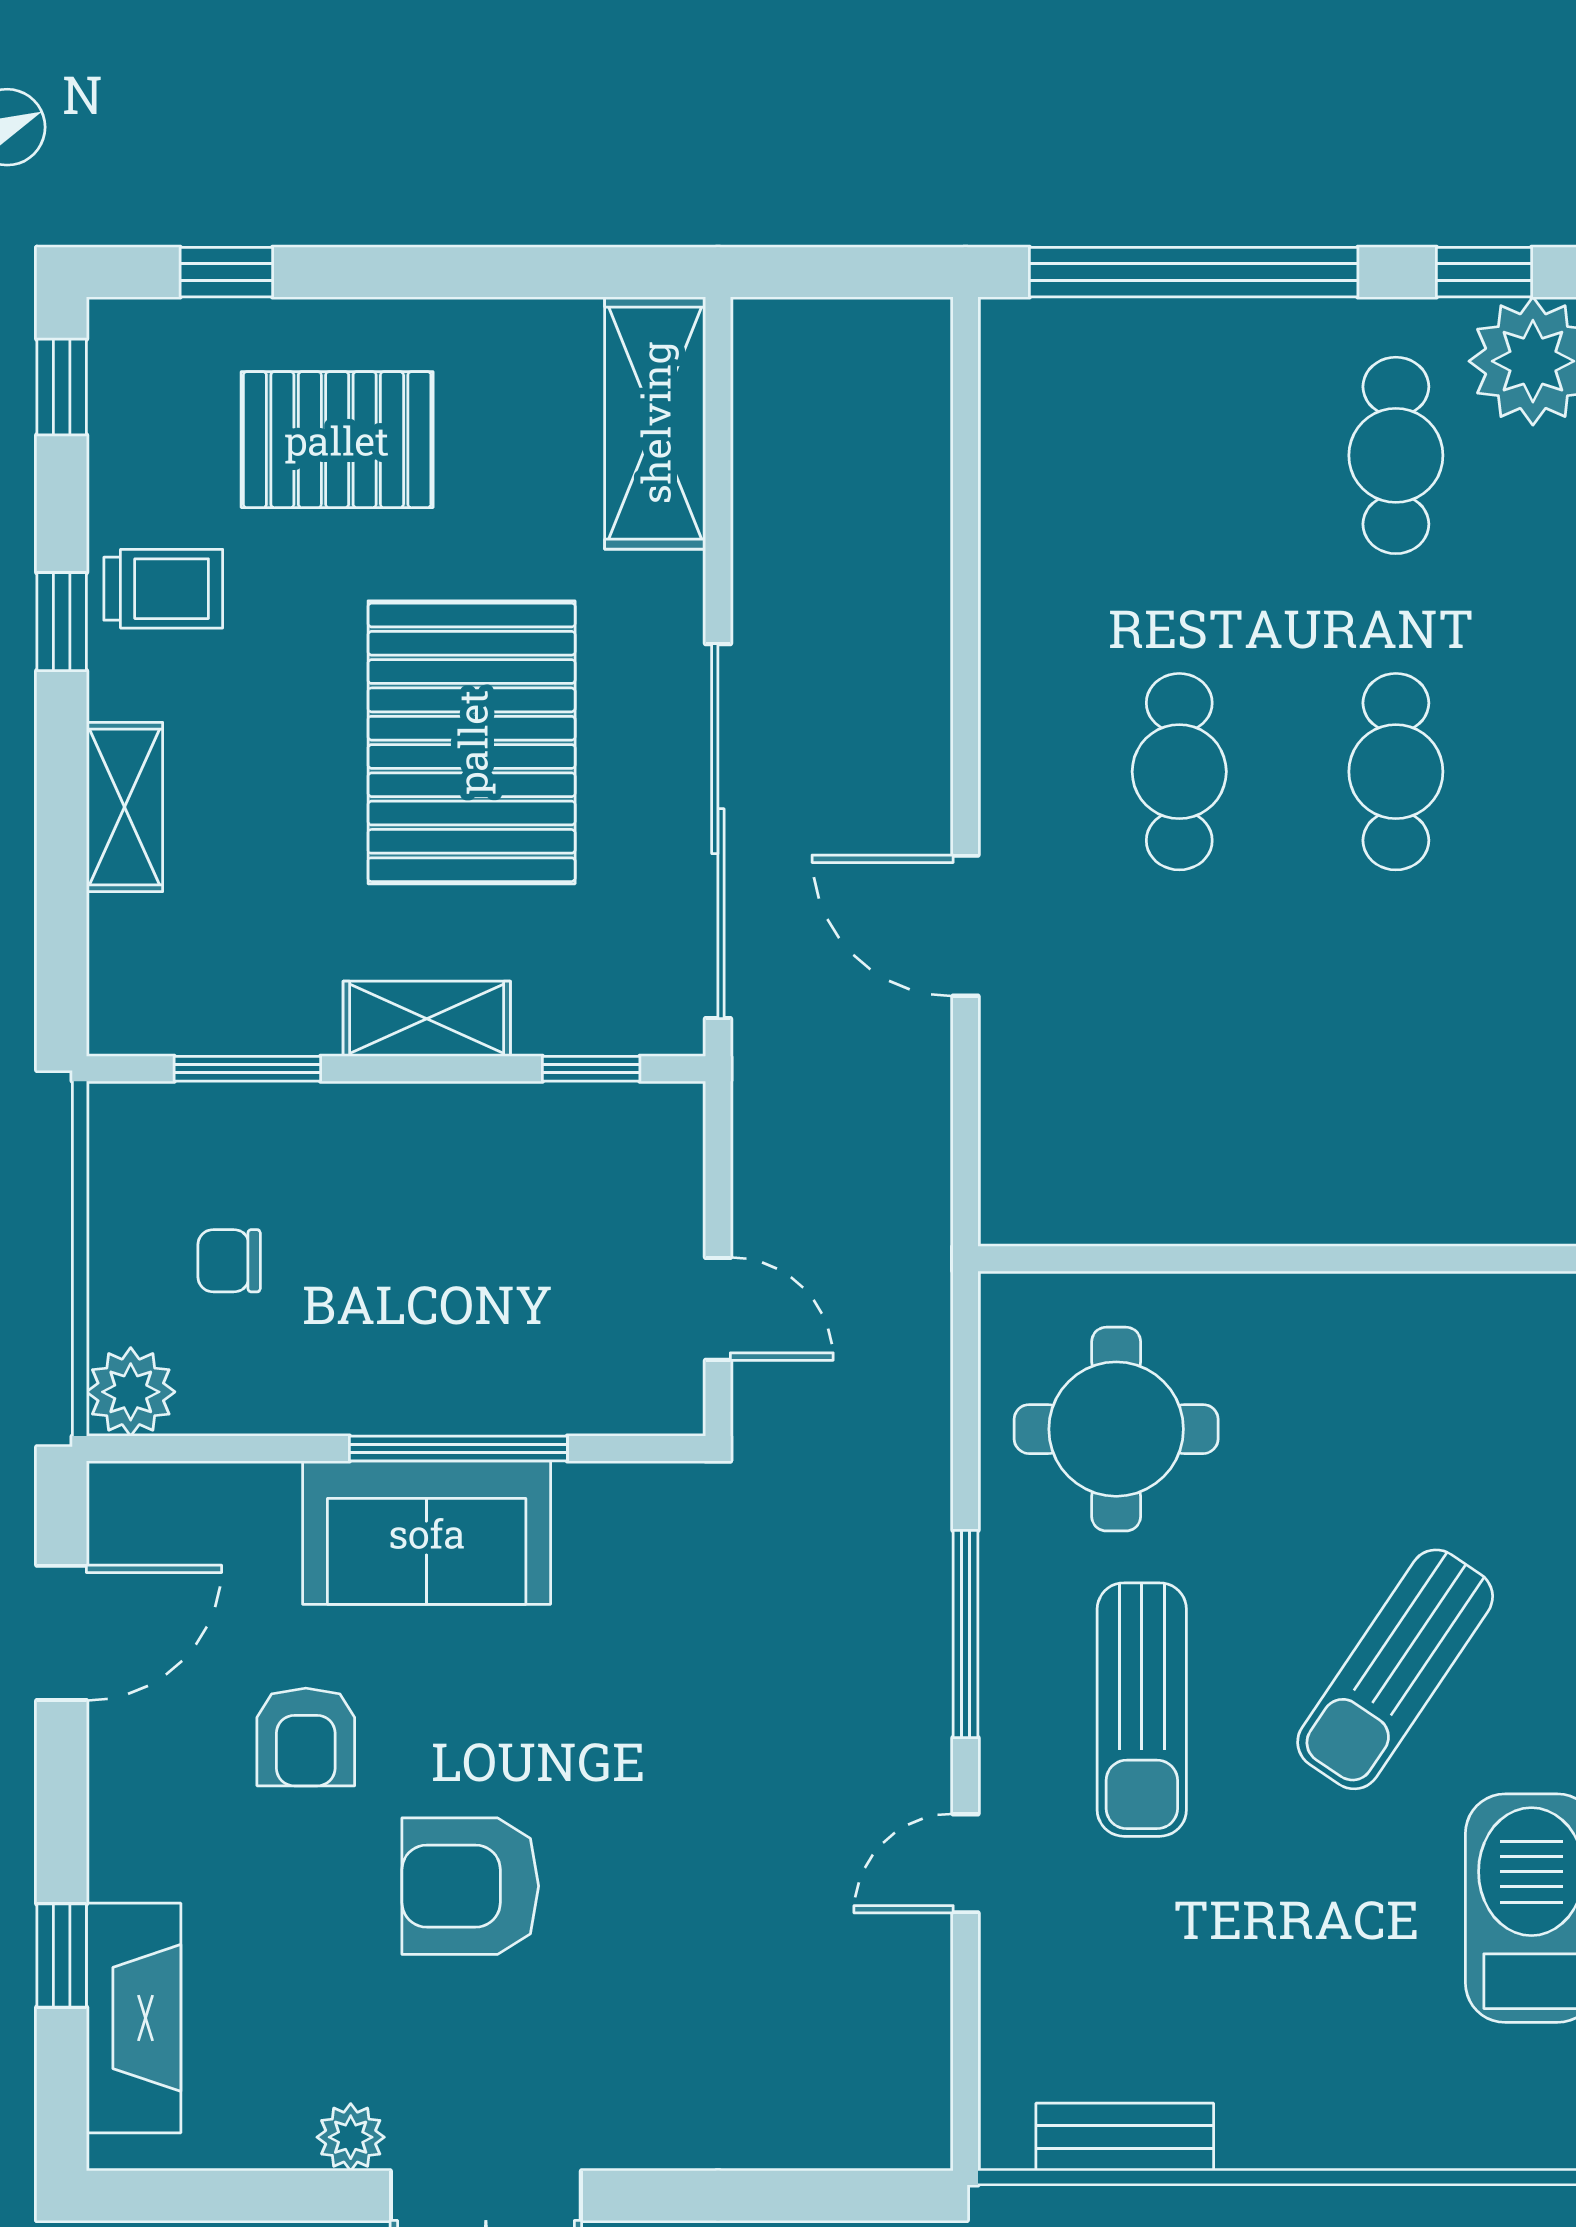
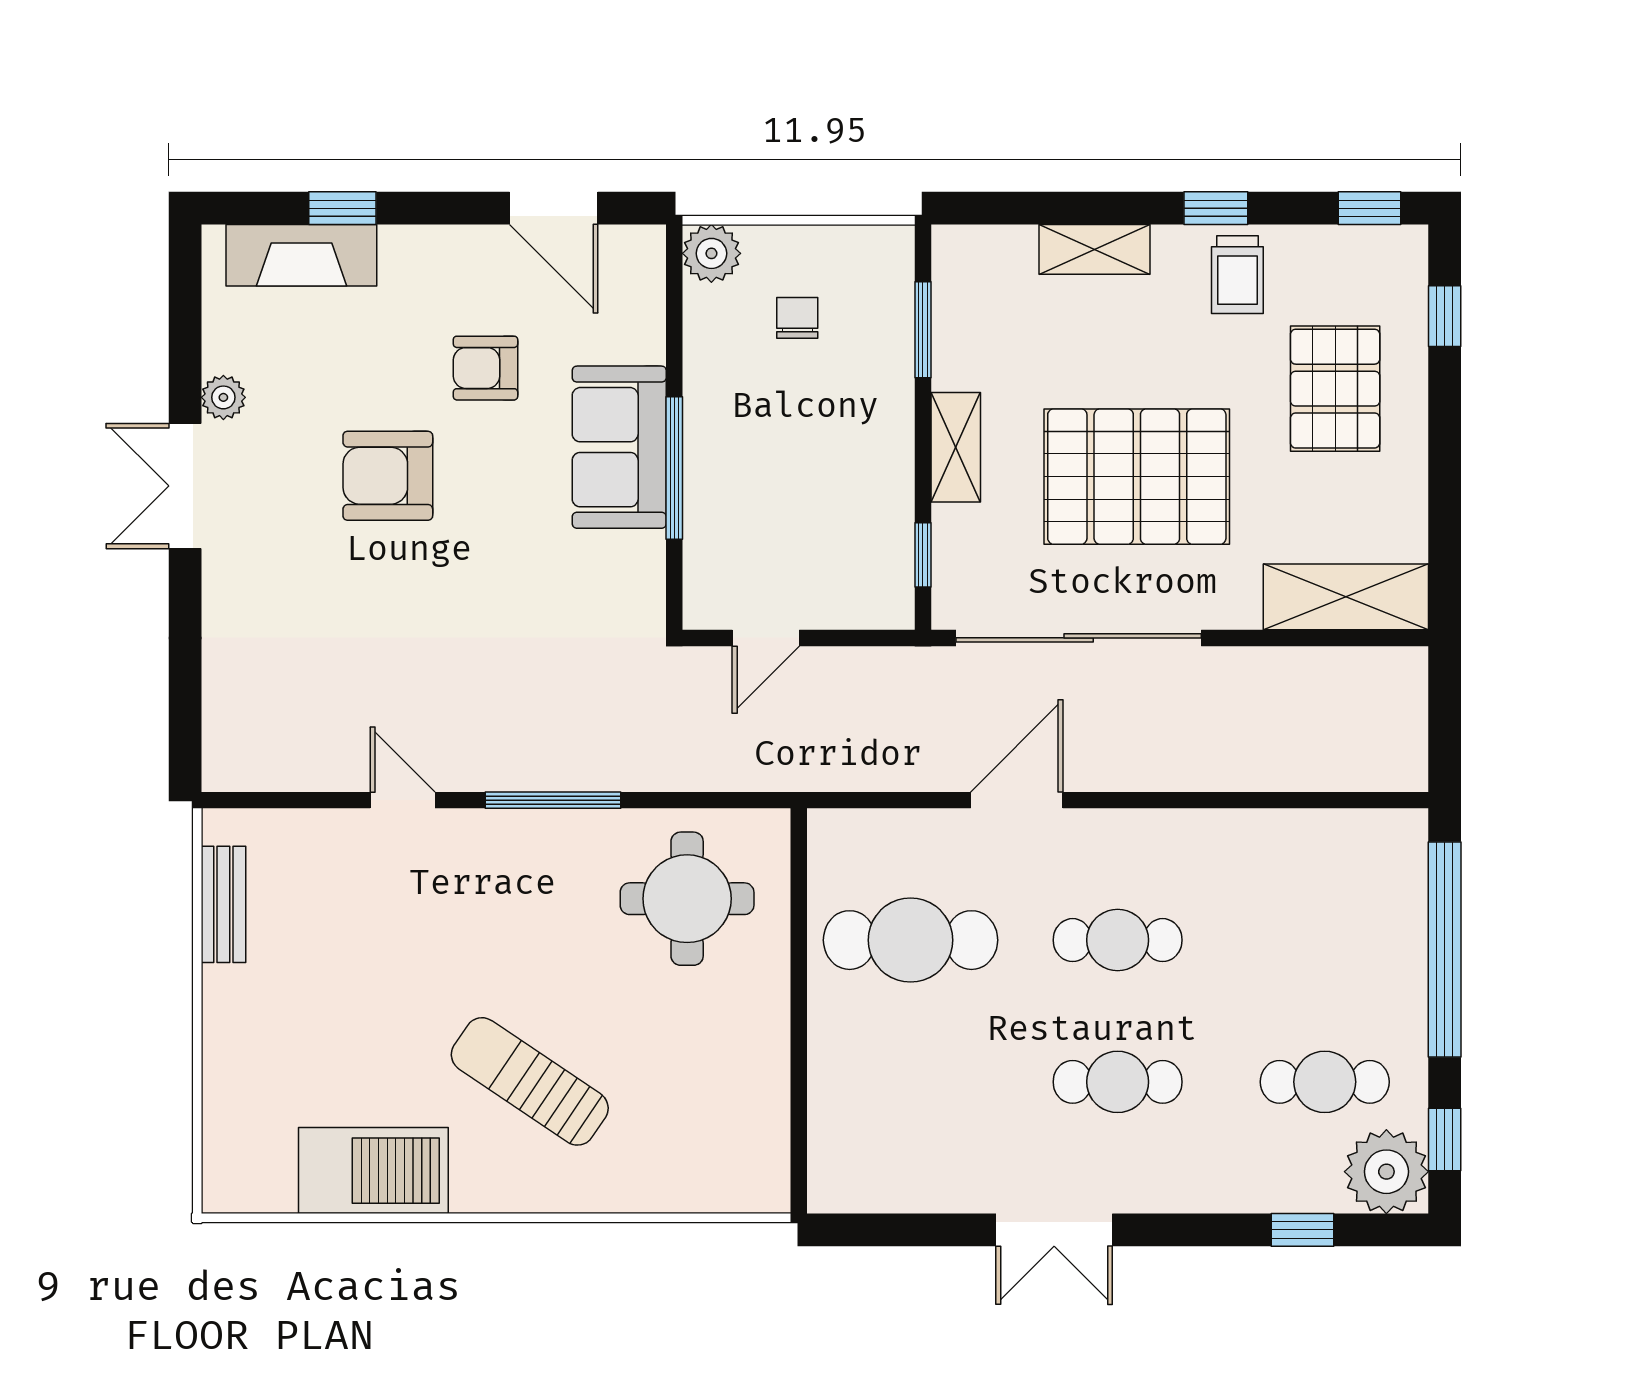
cafe table: (1179, 1088) -> (911, 940), added
sun lounger: (1142, 1710) -> (503, 916), removed
armchair: (470, 1886) -> (388, 476), turned -90

